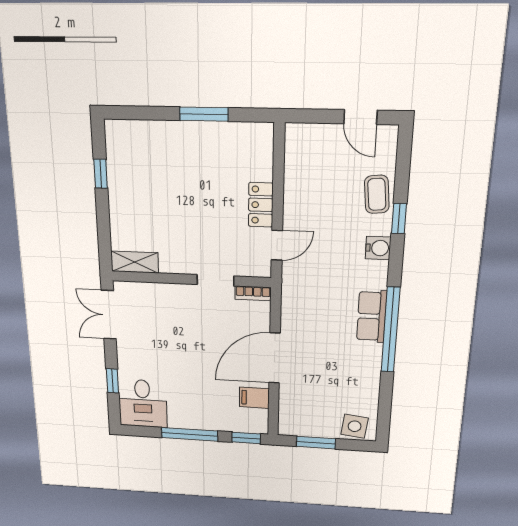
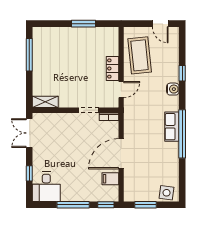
window: (101, 174) -> (29, 55), width x2.17
coffee table: (377, 194) -> (140, 55), moved, width x1.86, depth x1.72

